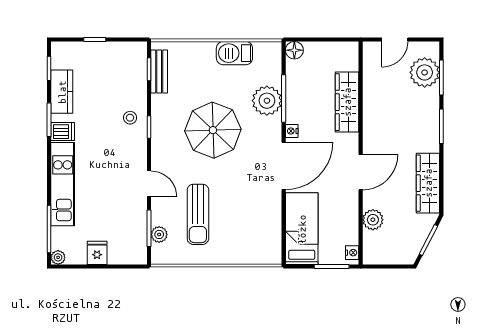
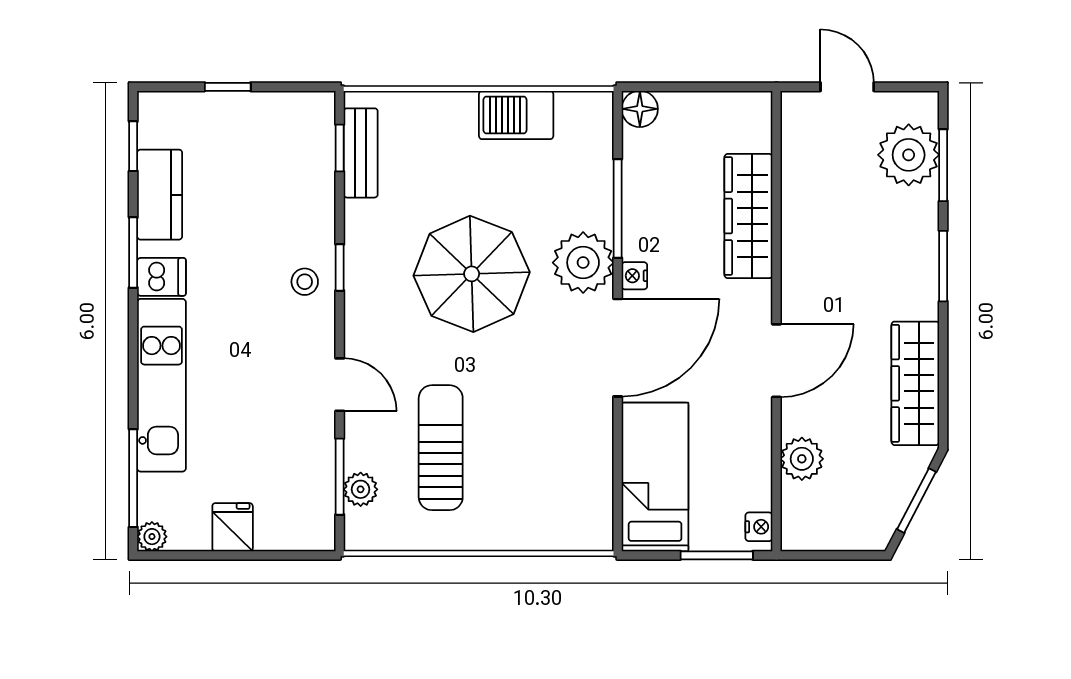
door: (395, 39) -> (847, 87), swing flipped
plant: (267, 101) -> (583, 263), moved
stool: (130, 118) -> (305, 282), moved
sun lounger: (198, 214) -> (441, 448), turned 180

